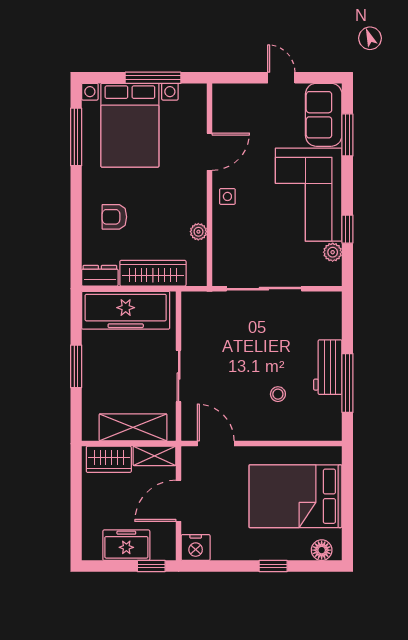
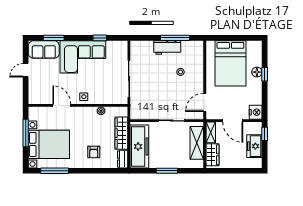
plant: (333, 252) -> (111, 45), removed
floor lamp: (322, 550) -> (257, 72), moved

